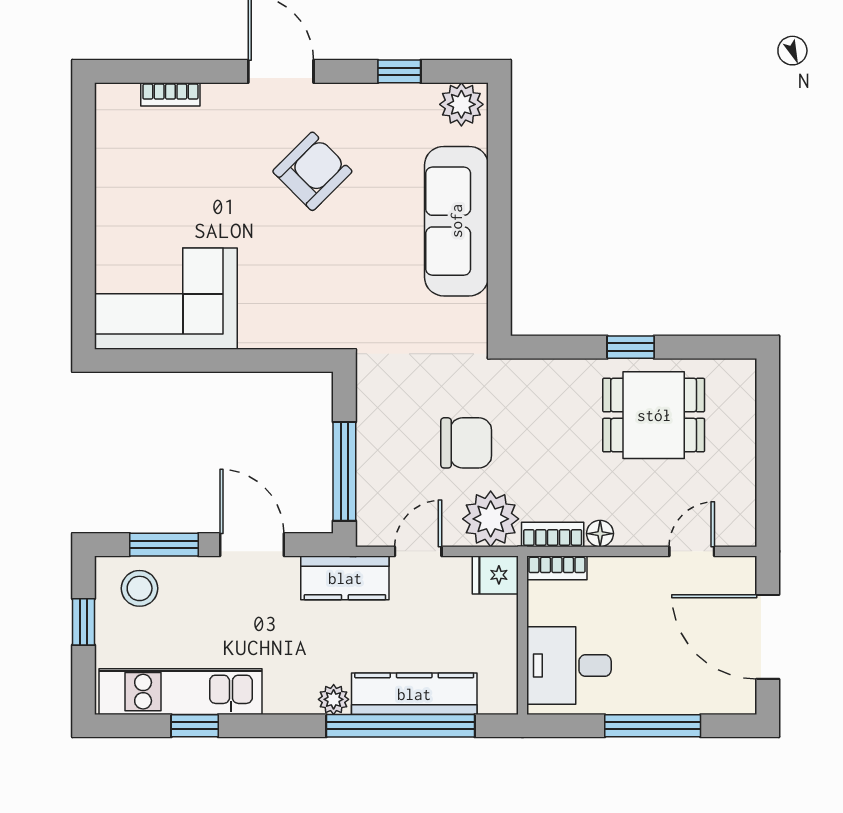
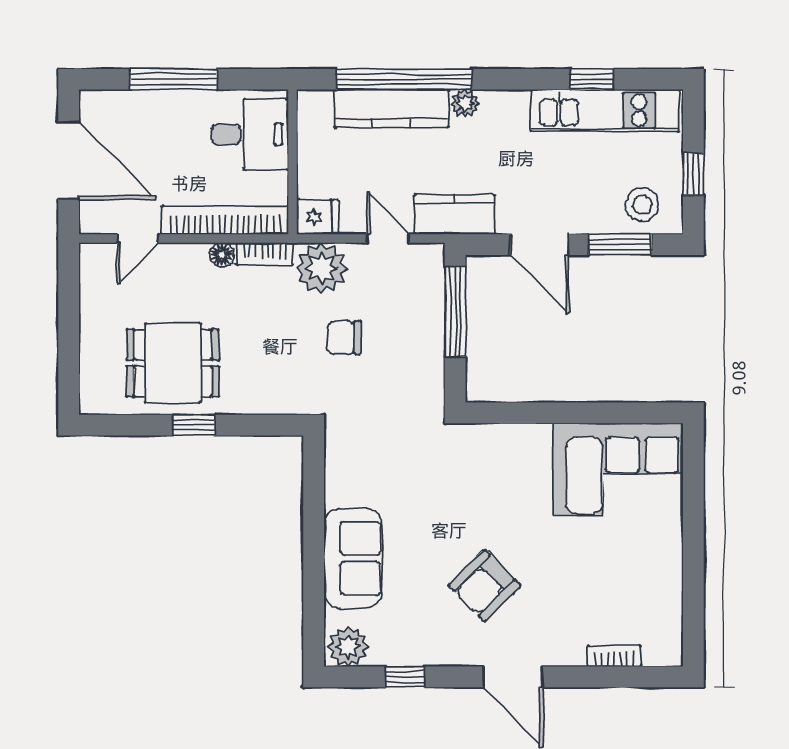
sofa: (456, 221) -> (353, 558), width x0.73
chair: (466, 443) -> (344, 338), width x0.73, depth x0.73
door: (418, 551) -> (388, 239), swing flipped
bookcase: (557, 568) -> (225, 220), width x2.31, depth x1.31

